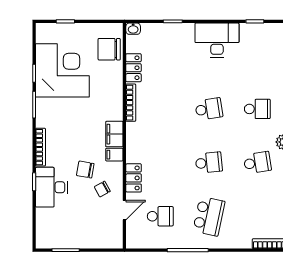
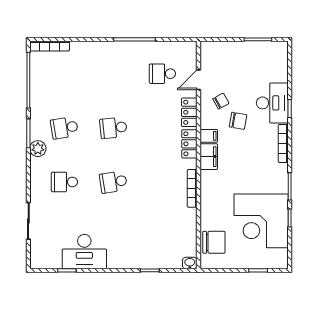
desk: (217, 40) -> (84, 252), moved
locker: (134, 68) -> (189, 144), moved
school desk: (209, 216) -> (113, 74), removed

